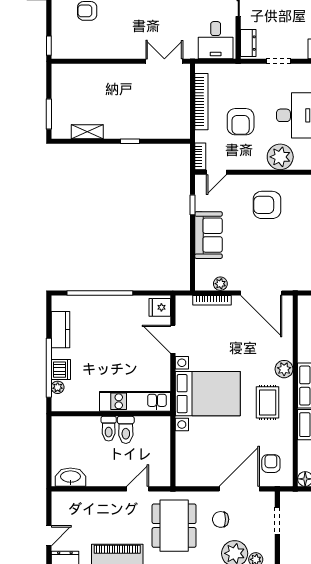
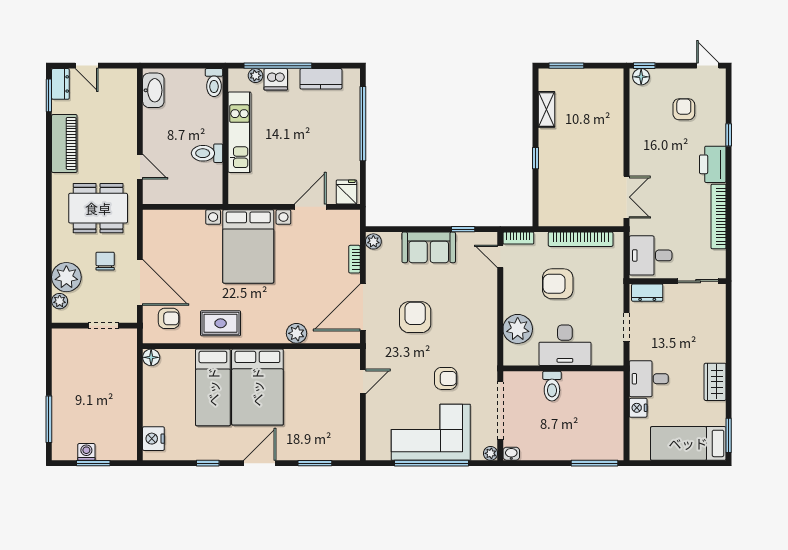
floor lamp: (59, 49) -> (641, 77), added
armchair: (267, 205) -> (415, 317), moved
plant: (220, 284) -> (373, 241), moved
bookcase: (212, 300) -> (354, 259), width x0.64
plant: (284, 369) -> (296, 333), moved
kitchen unit: (135, 401) -> (240, 132), moved
rug: (268, 402) -> (221, 323), moved
toilet: (109, 429) -> (214, 83), moved, turned -90

